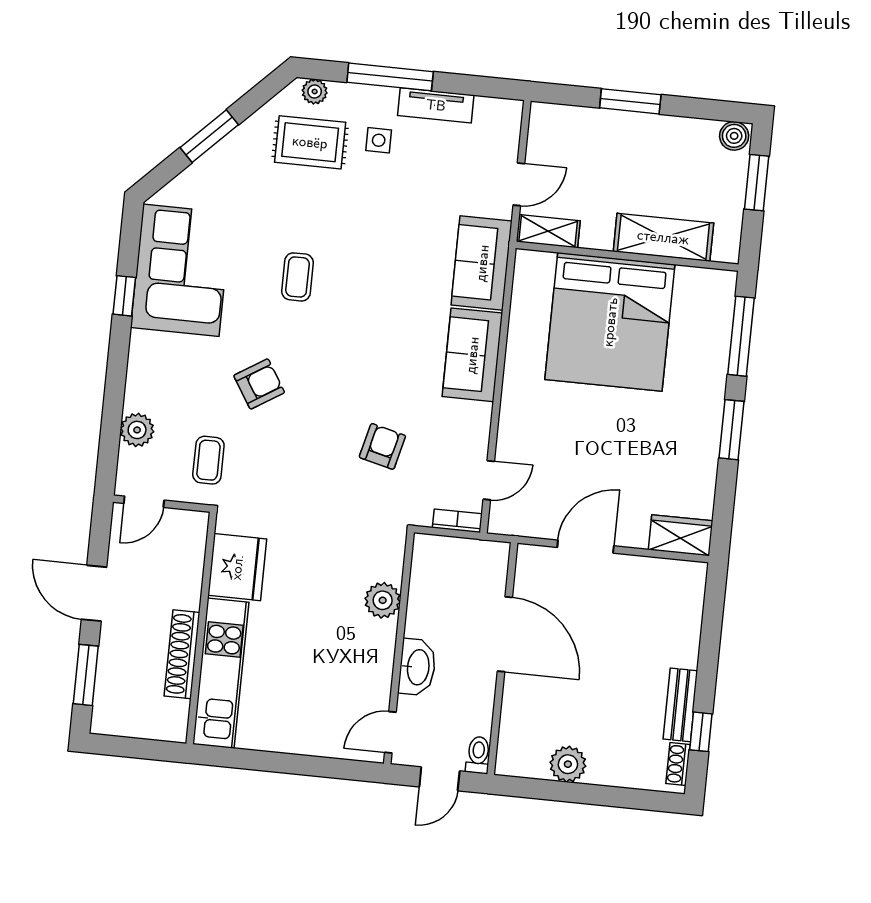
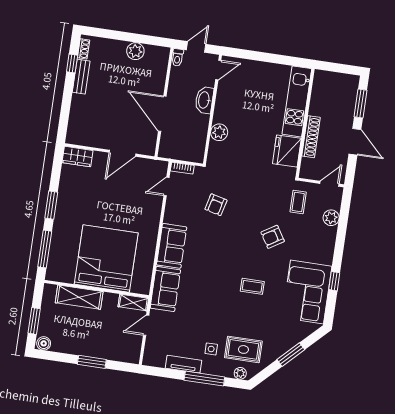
coffee table: (297, 277) -> (252, 286), turned 90
shoe rack: (182, 654) -> (311, 137), moved

